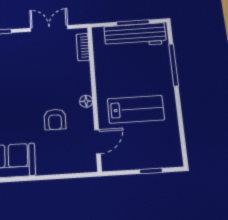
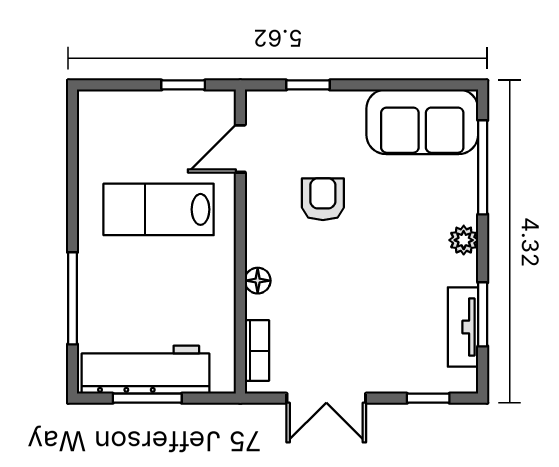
floor lamp: (86, 101) -> (258, 281), moved
window: (151, 171) -> (183, 85), moved
window: (65, 176) -> (308, 85), added

